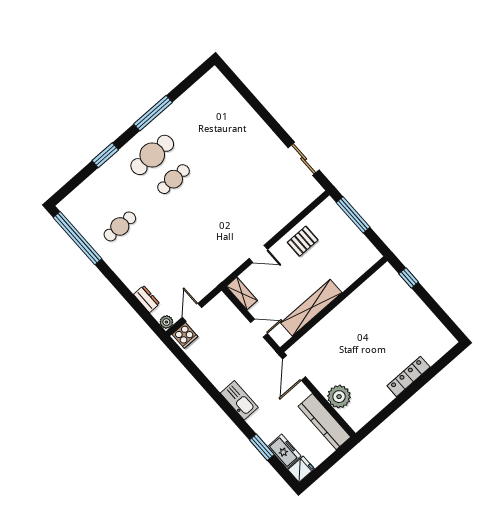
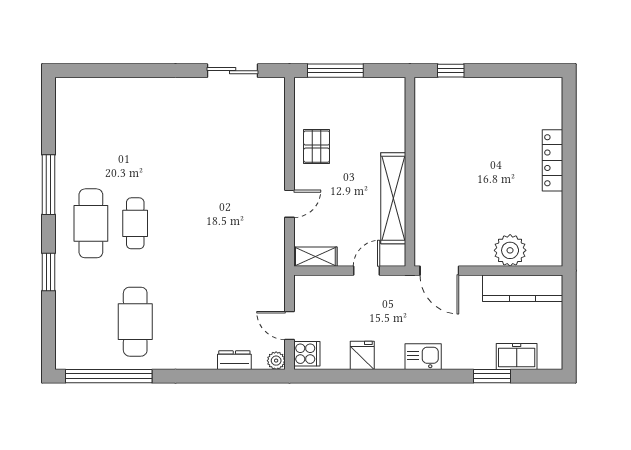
cafe table: (120, 226) -> (135, 322), width x1.37, depth x1.35
kitchen sink: (239, 400) -> (423, 357), width x0.73
fridge: (301, 469) -> (362, 355), moved

